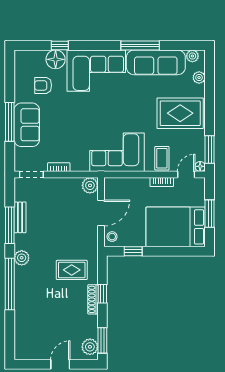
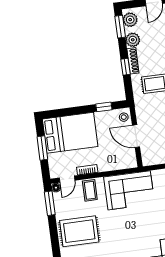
plant: (90, 185) -> (133, 40), moved
door: (101, 213) -> (136, 136), hinge flipped

